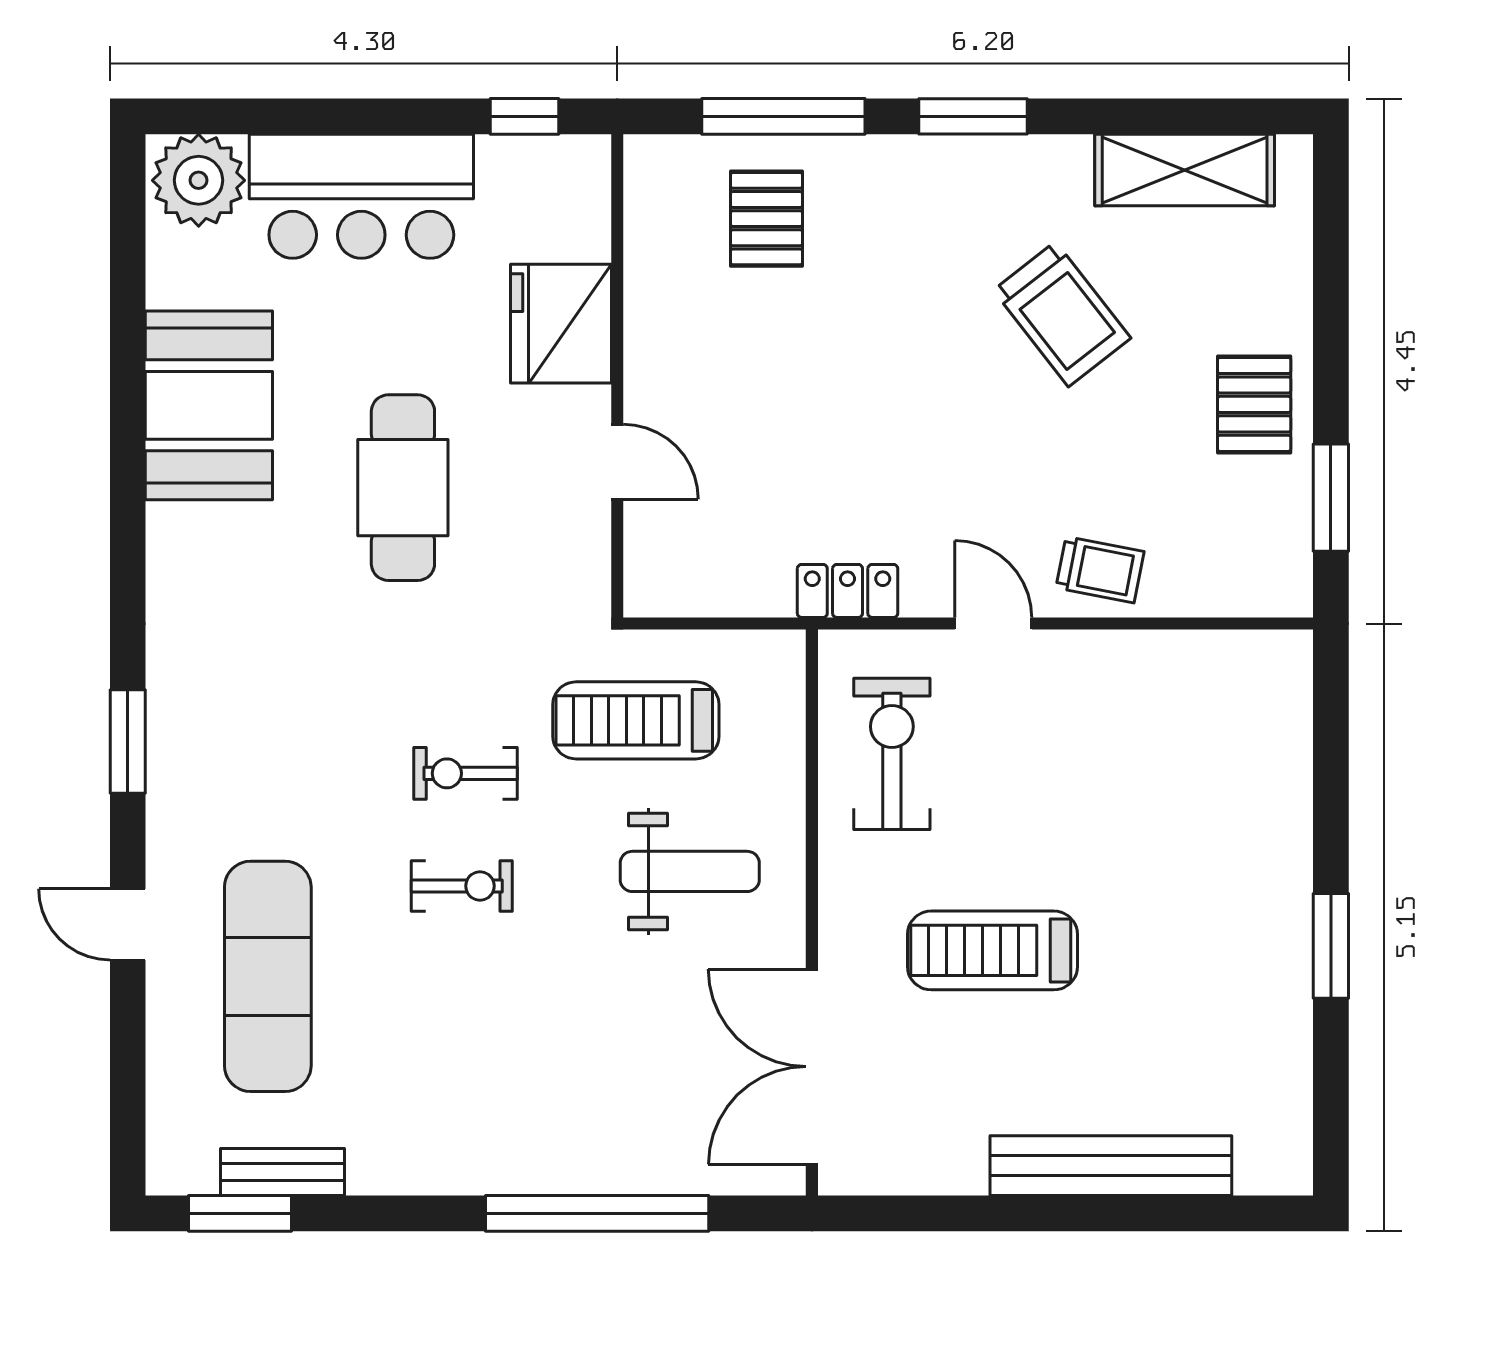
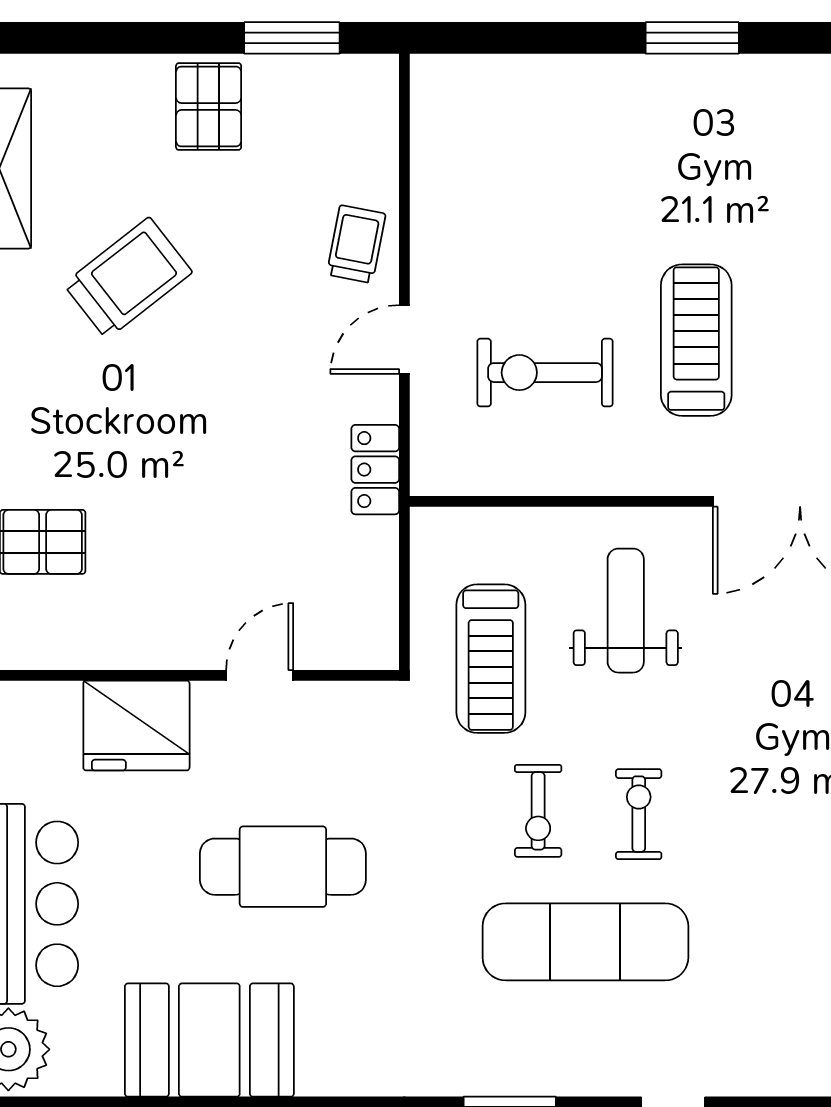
pallet: (1254, 404) -> (209, 107), turned 90
exercise bike: (892, 754) -> (545, 373), moved
treadmill: (993, 950) -> (696, 340), turned 180
exercise mat: (268, 976) -> (585, 942), moved

